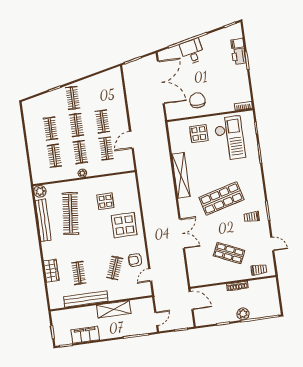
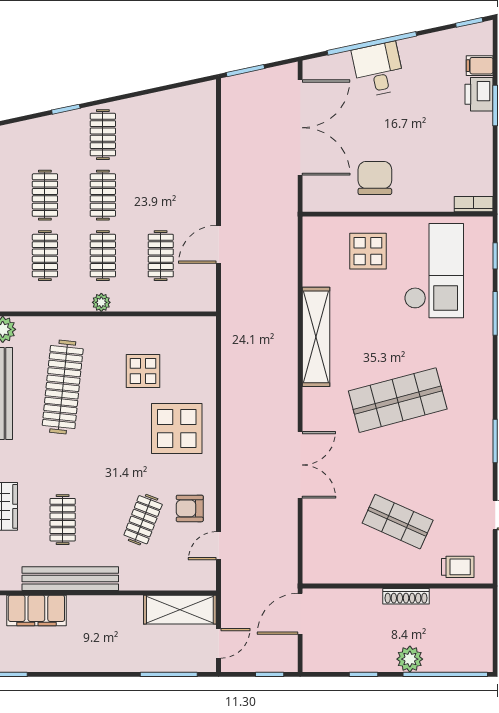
clothes rail: (102, 121) -> (161, 195), removed
trolley: (252, 217) -> (458, 449), removed
door: (191, 300) -> (300, 614), swing flipped
shelving: (114, 309) -> (180, 610), moved
filing cabinet: (85, 335) -> (36, 610), moved, turned 180

